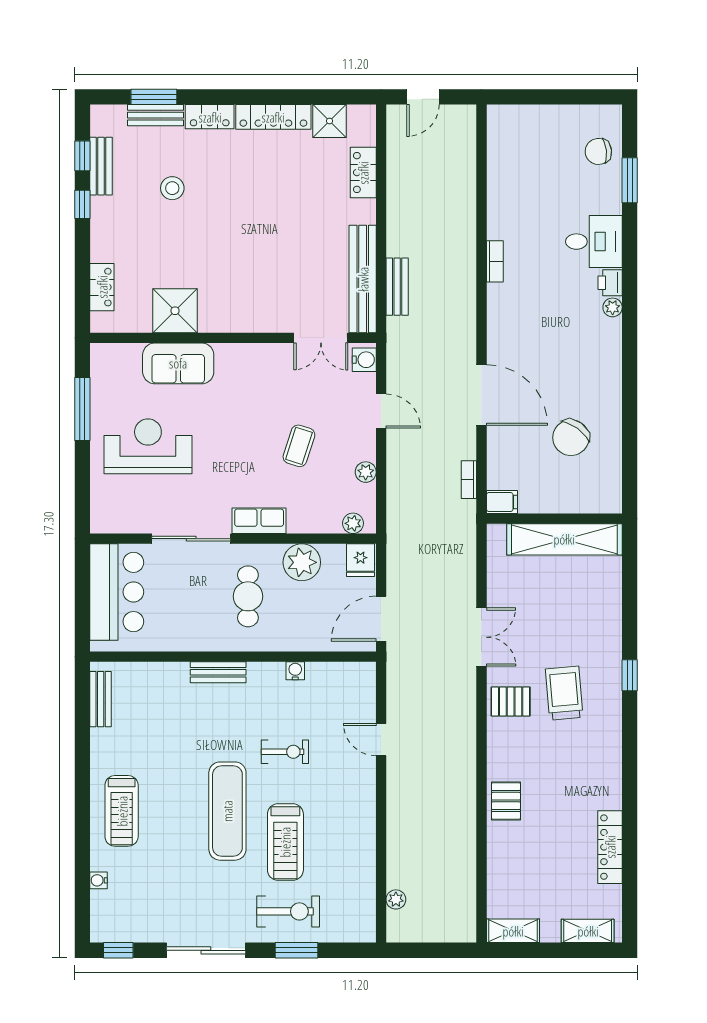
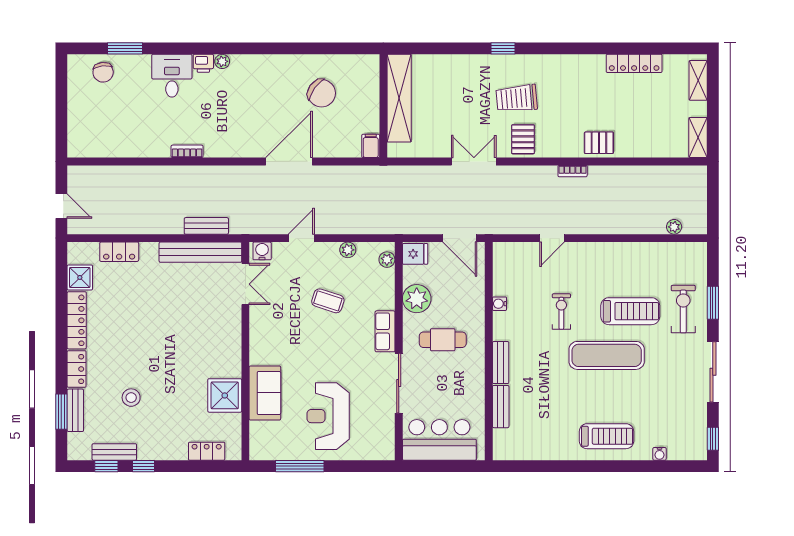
bookcase: (469, 480) -> (573, 171), moved
bench: (101, 699) -> (501, 407), moved, turned 90

